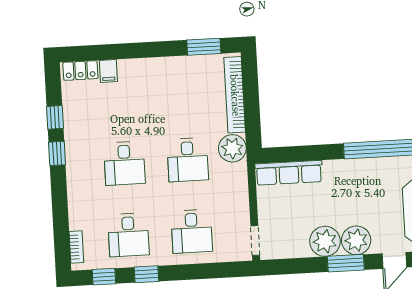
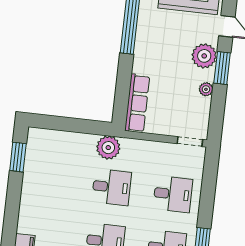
bookcase: (235, 95) -> (63, 138), removed
plant: (325, 241) -> (206, 89), width x0.53, depth x0.53

